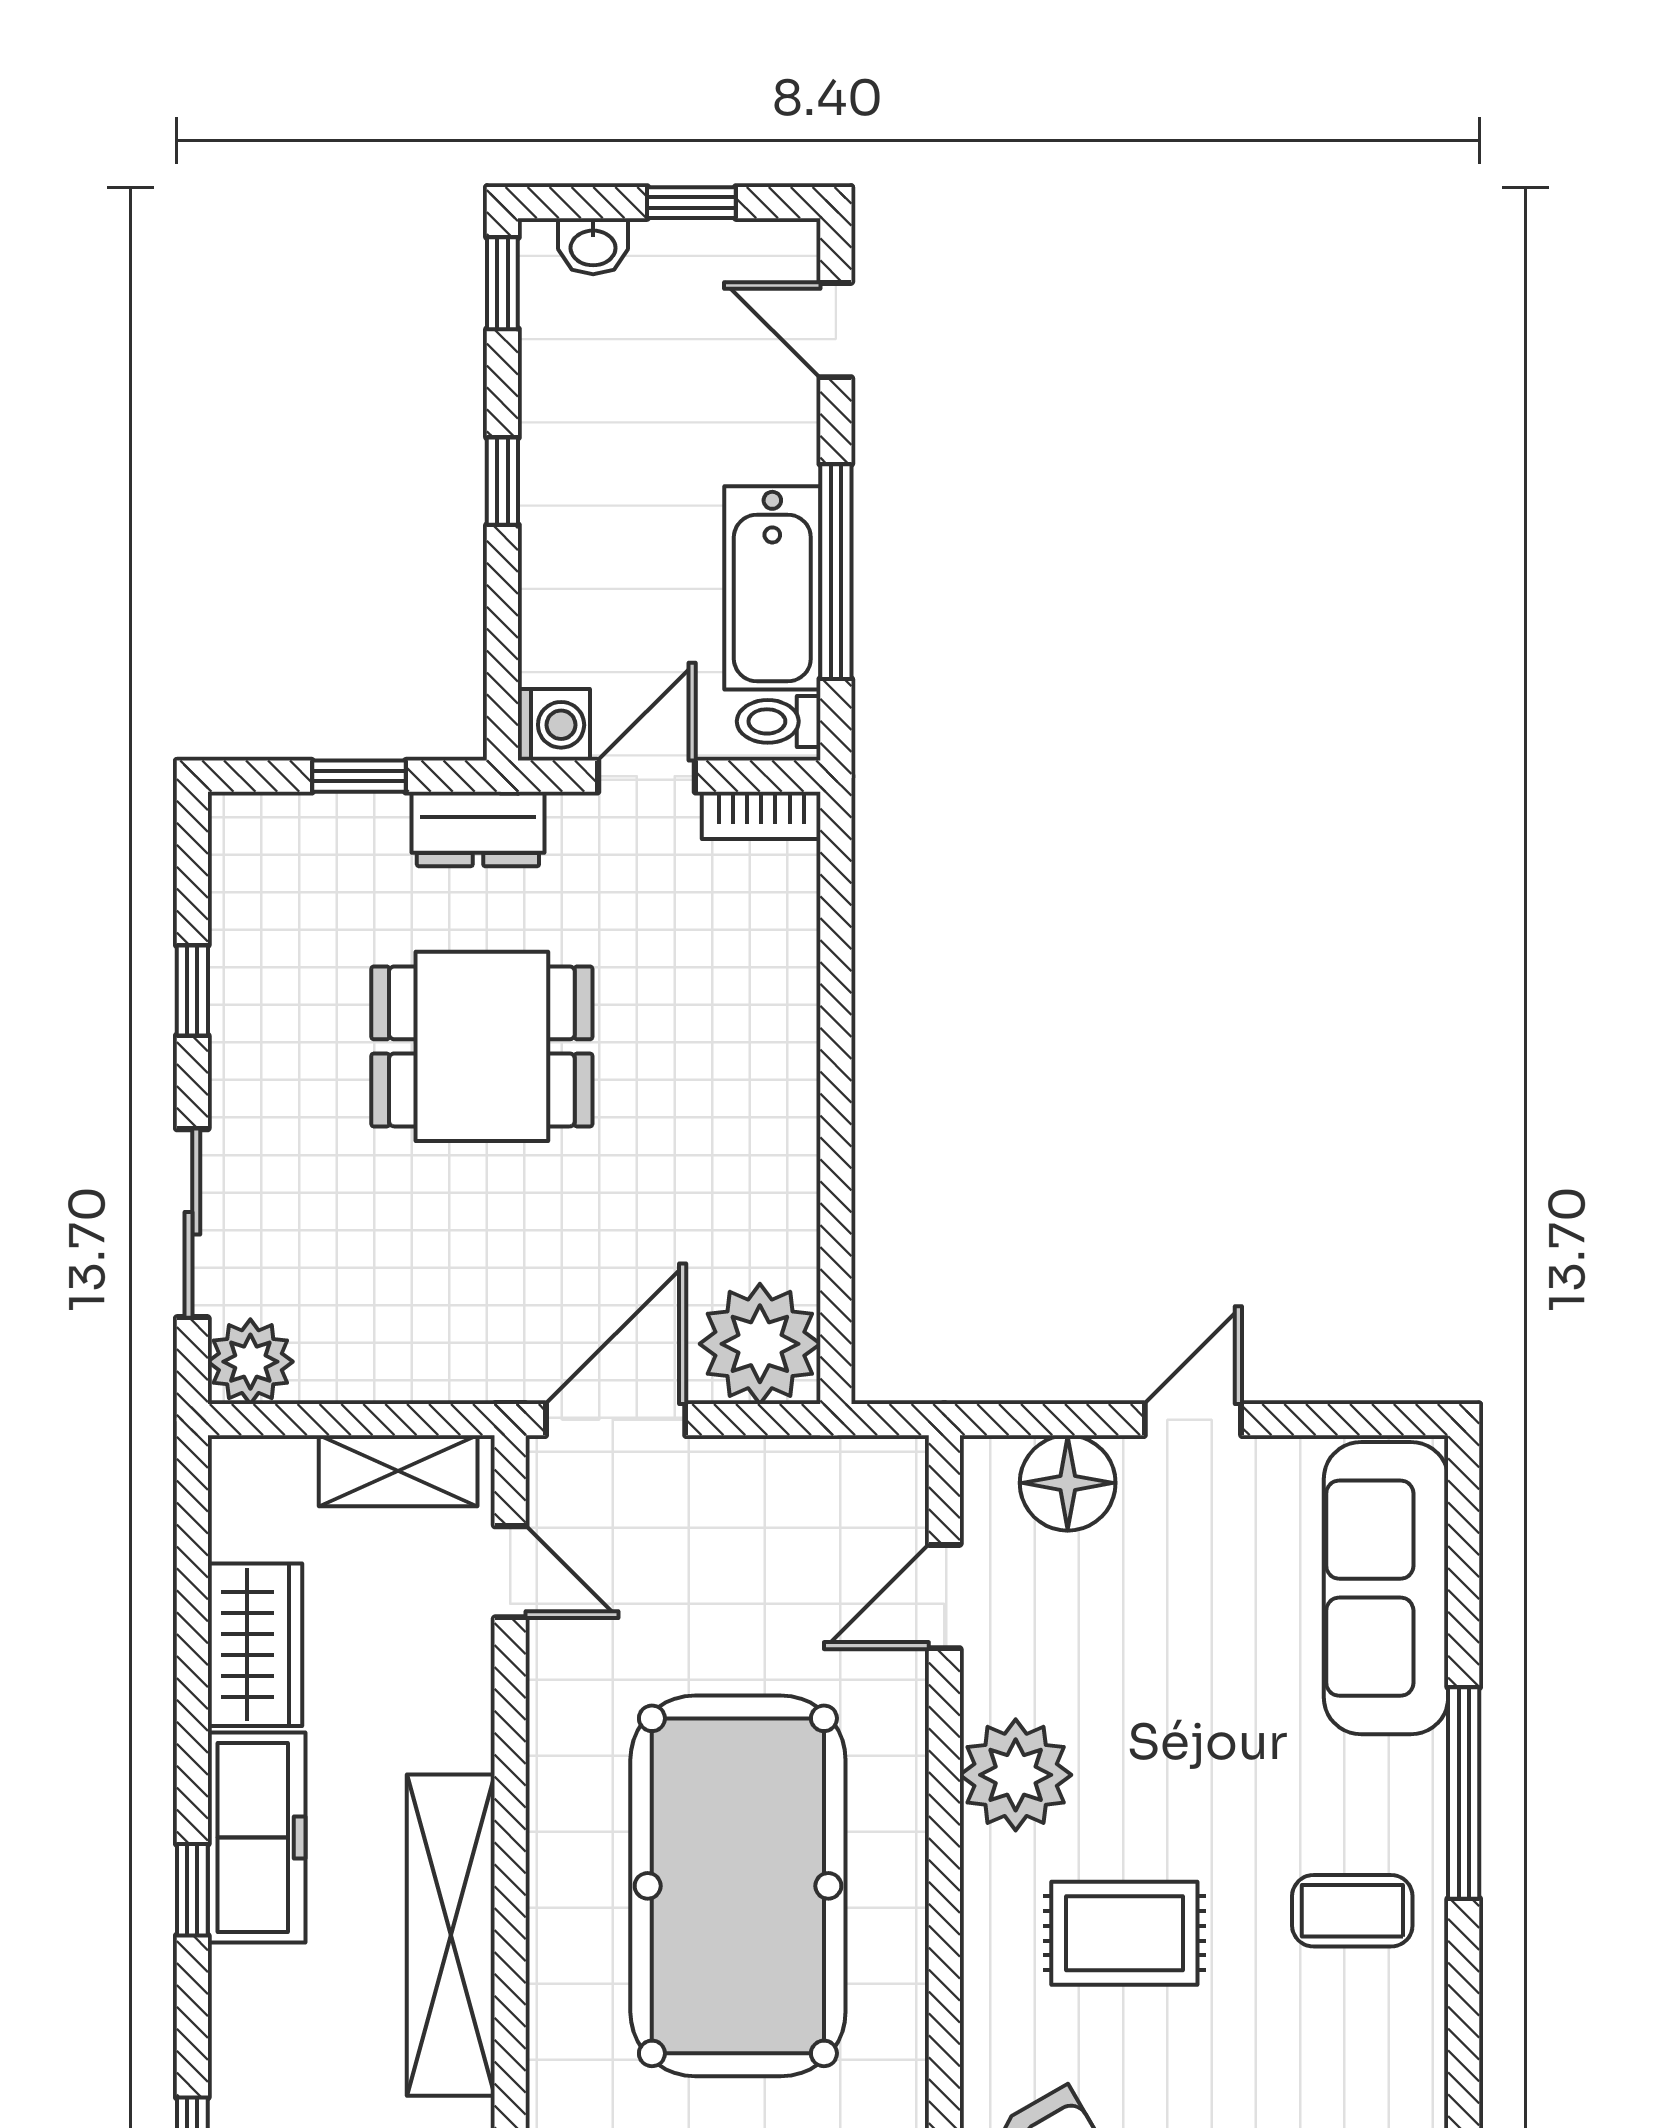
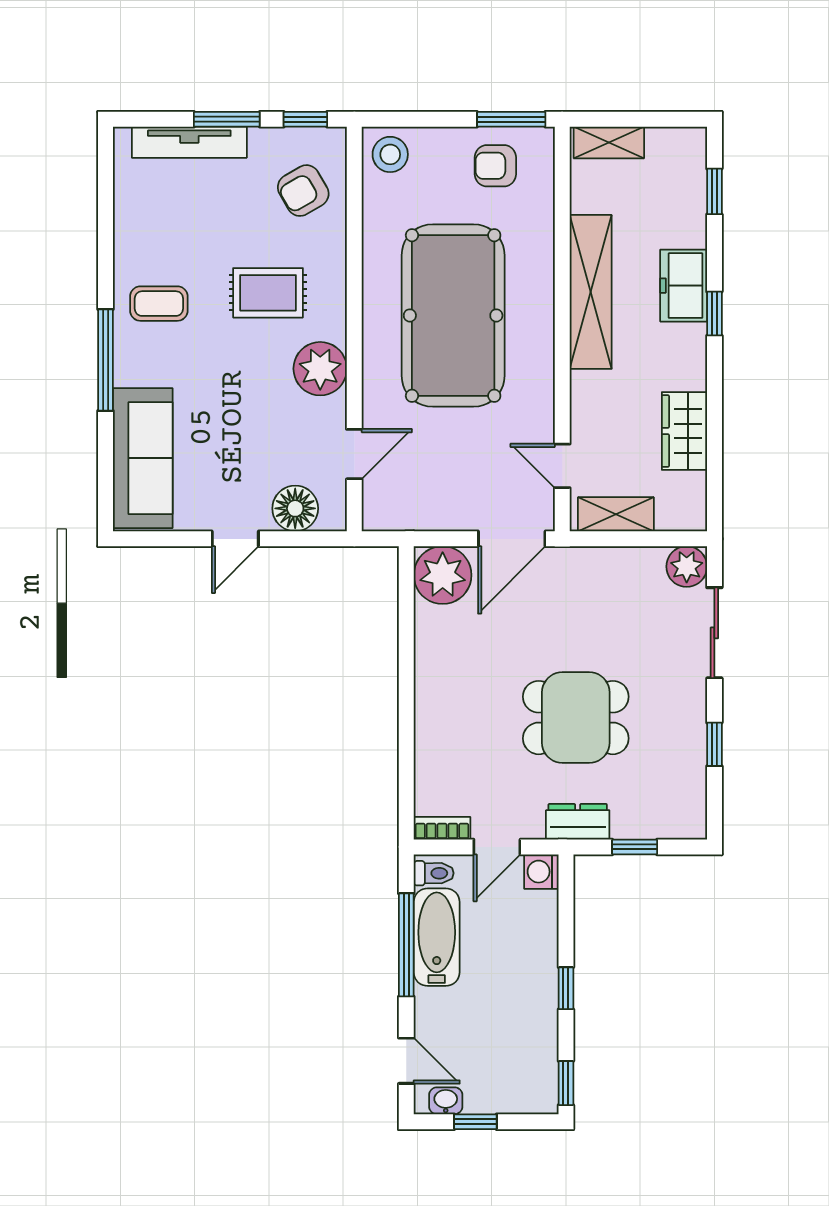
washbasin: (593, 246) -> (446, 1101), moved
freezer: (257, 1837) -> (684, 286), moved, width x0.71

